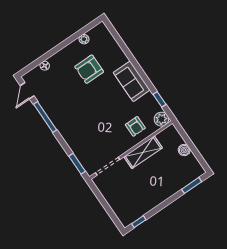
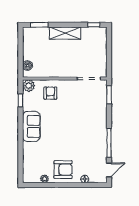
armchair: (89, 69) -> (63, 170), moved
boiler: (184, 150) -> (28, 66), moved
shelving: (143, 152) -> (65, 33), moved

